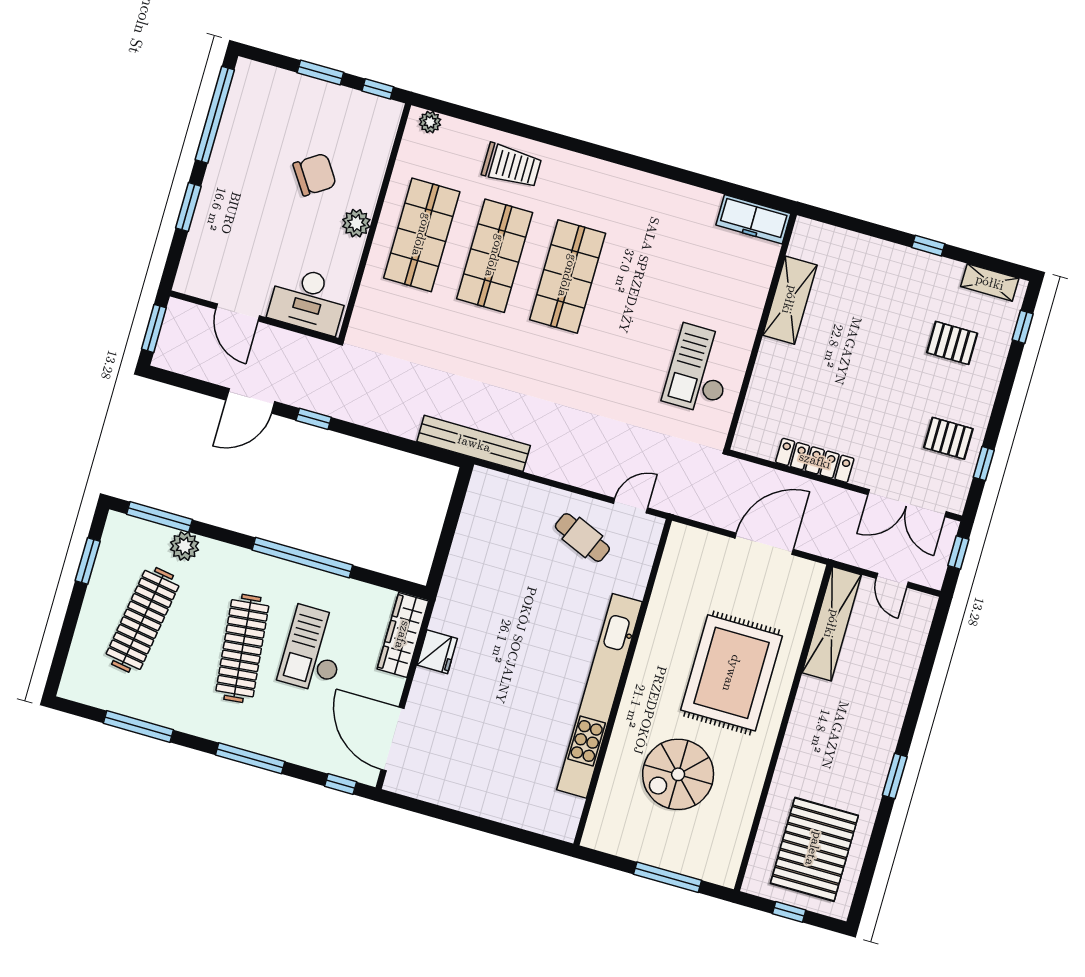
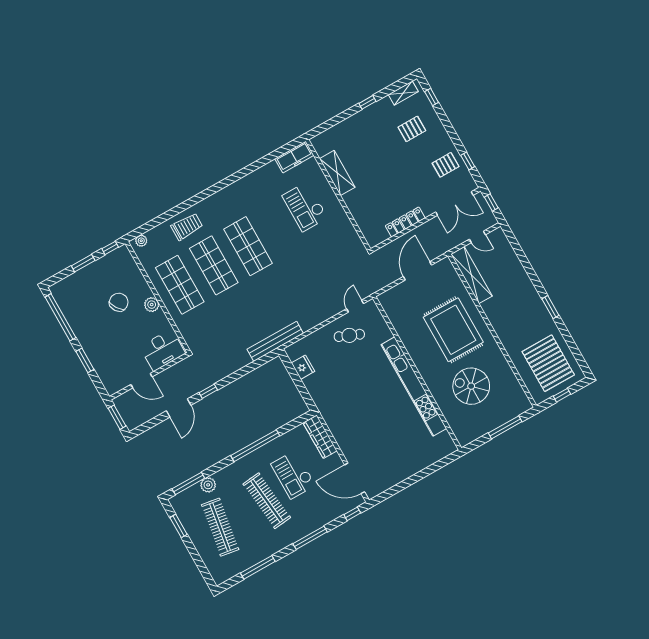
checkout: (700, 369) -> (305, 207), moved
fridge: (437, 652) -> (303, 367), moved
spiral stairs: (678, 774) -> (471, 386), turned 90

